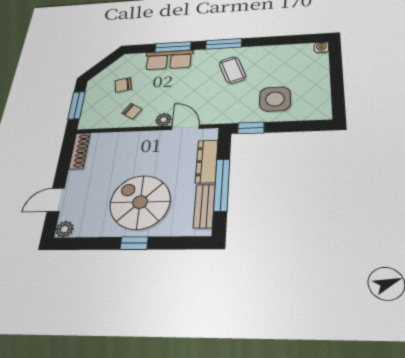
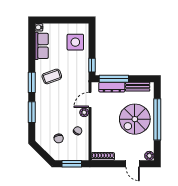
row of seats: (169, 60) -> (42, 46), moved
side table: (275, 99) -> (75, 42), moved
window: (222, 185) -> (114, 79), moved
window: (134, 243) -> (157, 119), width x3.17

